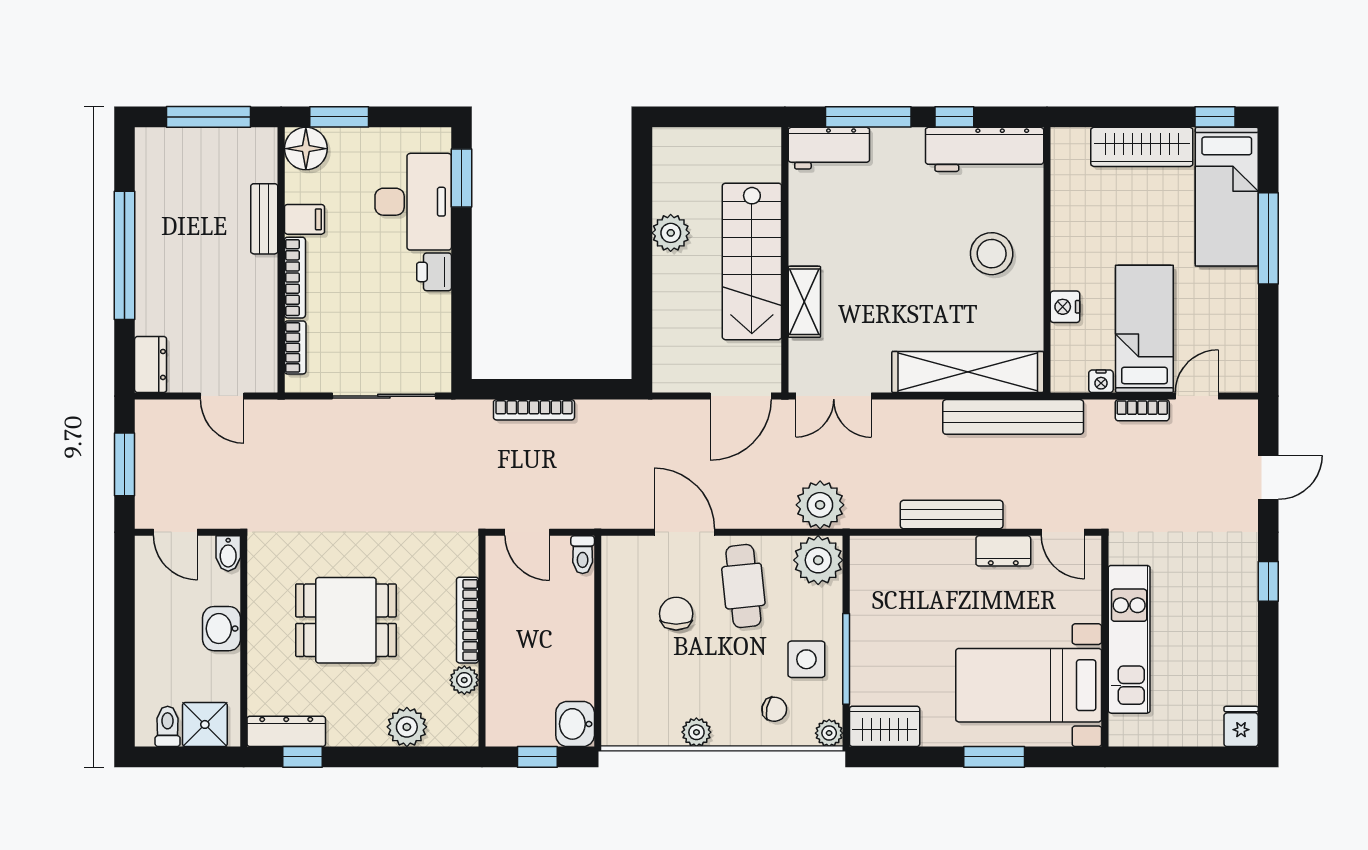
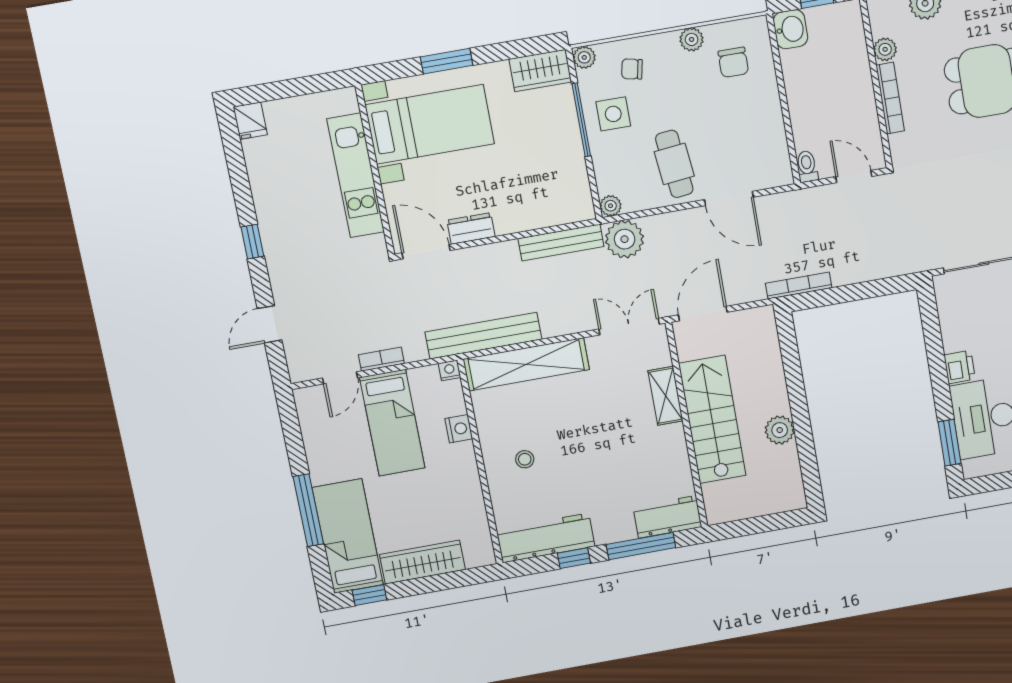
stool: (992, 254) -> (525, 459), width x0.53, depth x0.53
nightstand: (1101, 381) -> (450, 370), moved
bookcase: (534, 410) -> (799, 286), moved
bench: (952, 515) -> (561, 242), moved
door: (1063, 532) -> (426, 252), width x1.38
plant: (818, 560) -> (611, 206), width x0.53, depth x0.53
chair: (676, 614) -> (733, 62), moved

